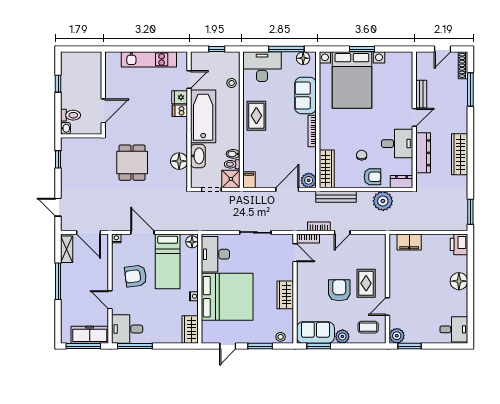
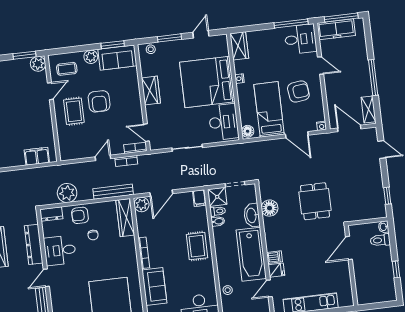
rug: (256, 116) -> (197, 246), moved

